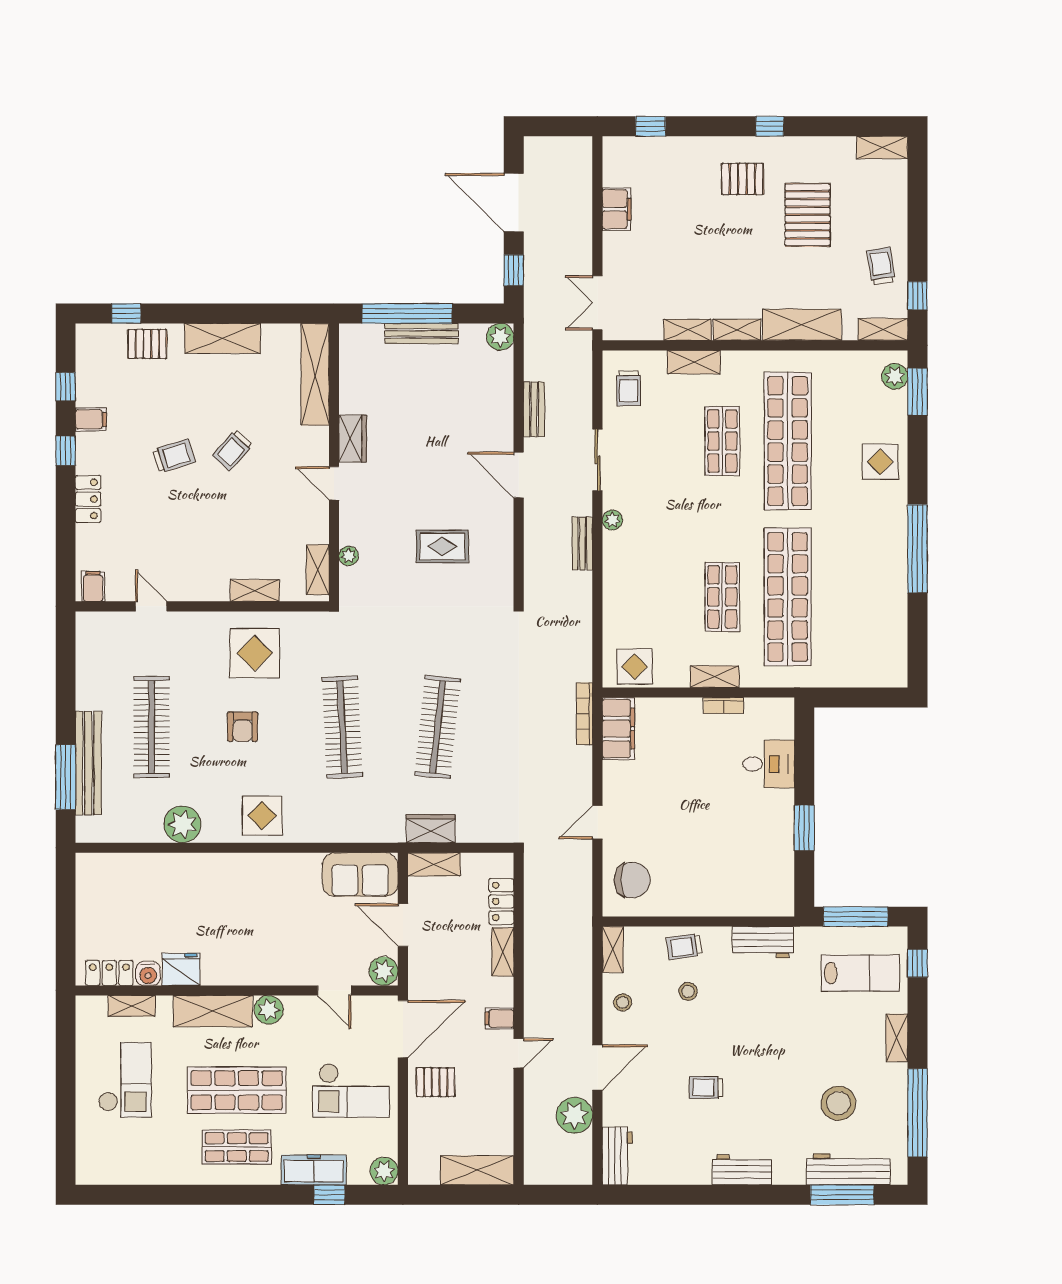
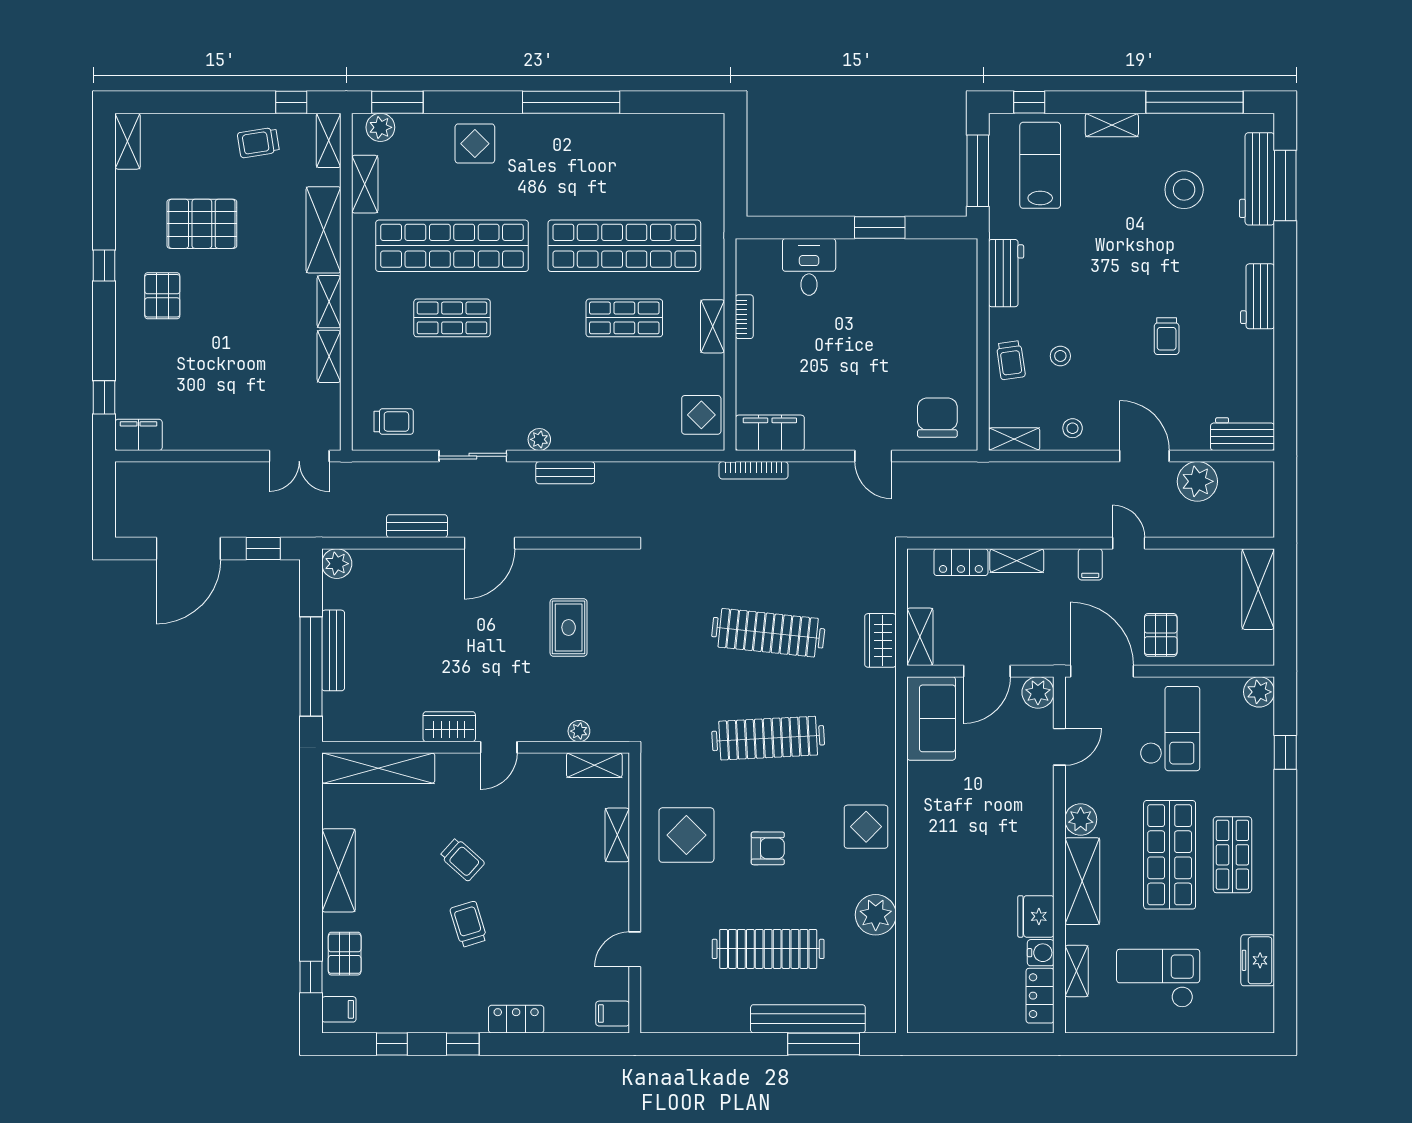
filing cabinet: (617, 209) -> (139, 435), moved
shelving: (694, 362) -> (365, 184), moved
filing cabinet: (91, 419) -> (339, 1009), moved, turned 90
freezer: (314, 1170) -> (1258, 960), moved, width x0.71

